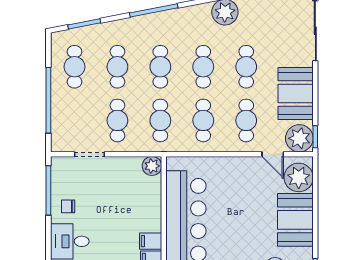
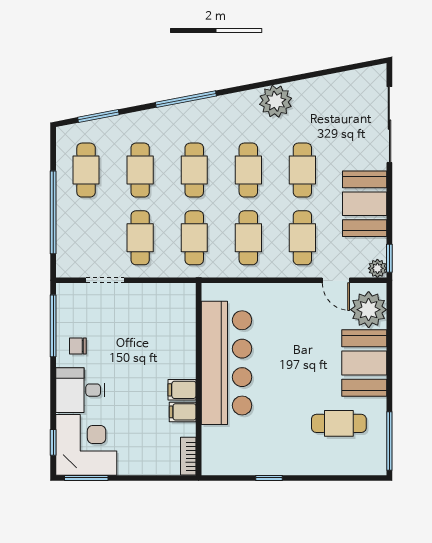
plant: (299, 138) -> (377, 268), width x0.53, depth x0.53
plant: (152, 166) -> (184, 295), removed

